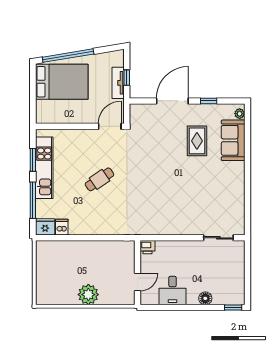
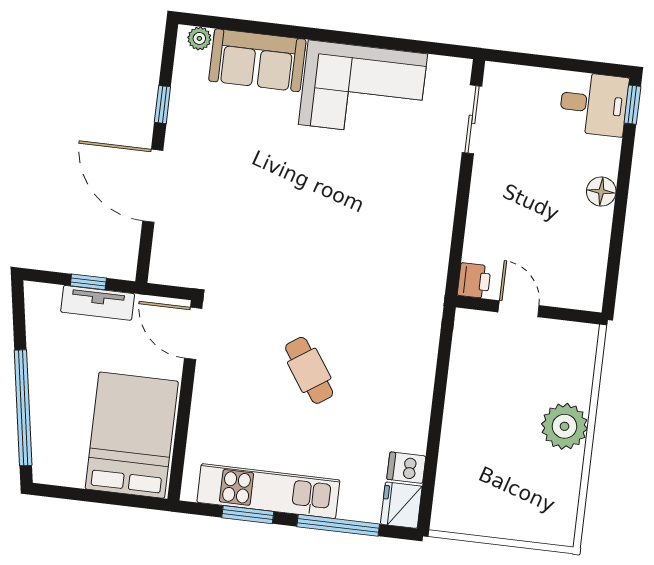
bed: (62, 82) -> (132, 435), moved
rug: (197, 141) -> (249, 142), removed
corner sofa: (226, 188) -> (363, 89), added
door: (138, 282) -> (519, 309), moved
desk: (172, 290) -> (594, 104), moved
floor lamp: (205, 298) -> (601, 191), moved

